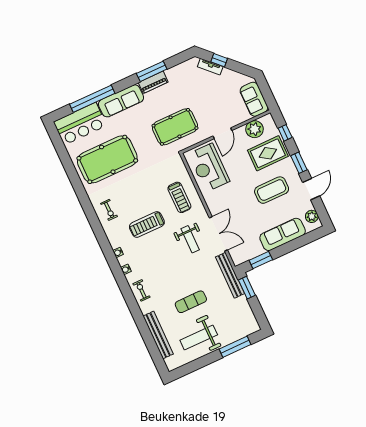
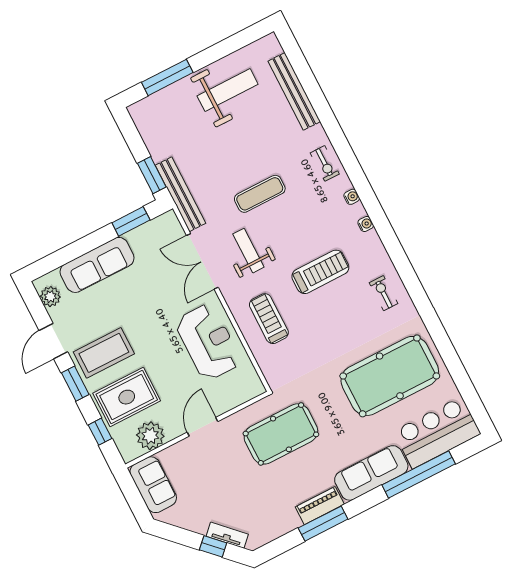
reception desk: (209, 168) -> (208, 342), moved
coffee table: (272, 190) -> (104, 353), moved
exercise mat: (191, 302) -> (260, 194), moved

